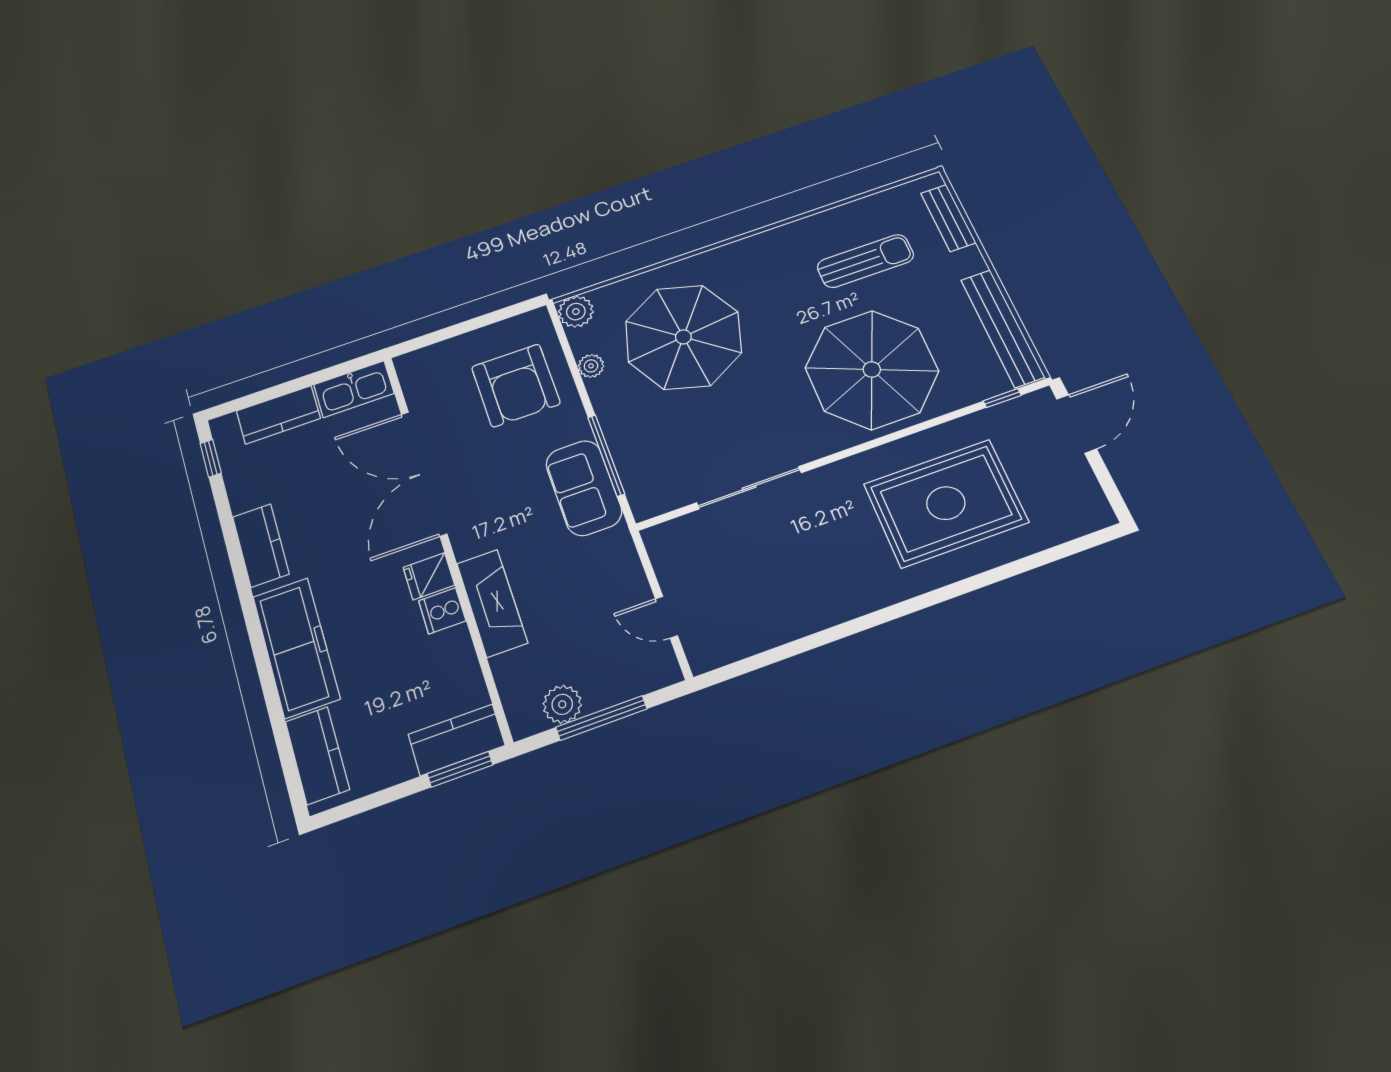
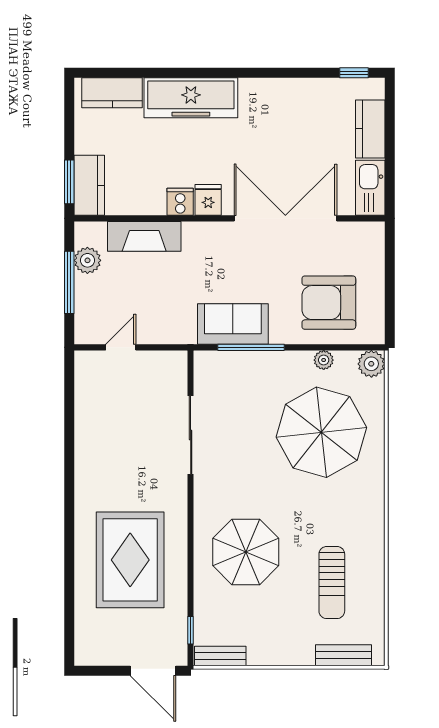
bench: (1002, 328) -> (220, 656), width x0.54, depth x0.82
parasol: (872, 369) -> (246, 552), width x0.73, depth x0.73
kitchen counter: (261, 545) -> (274, 92), removed
fireplace: (492, 603) -> (144, 236), moved

